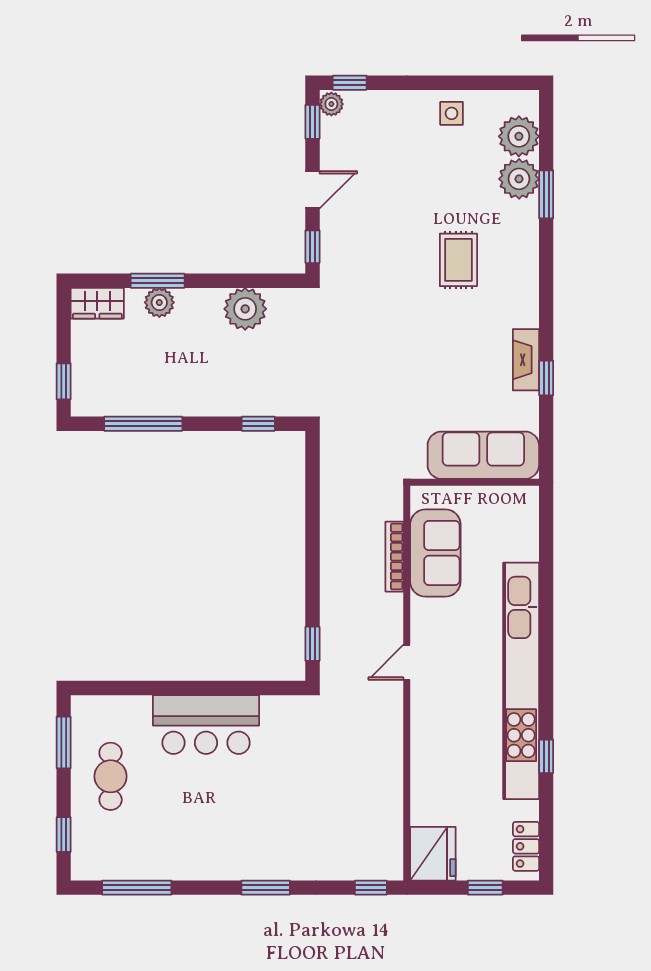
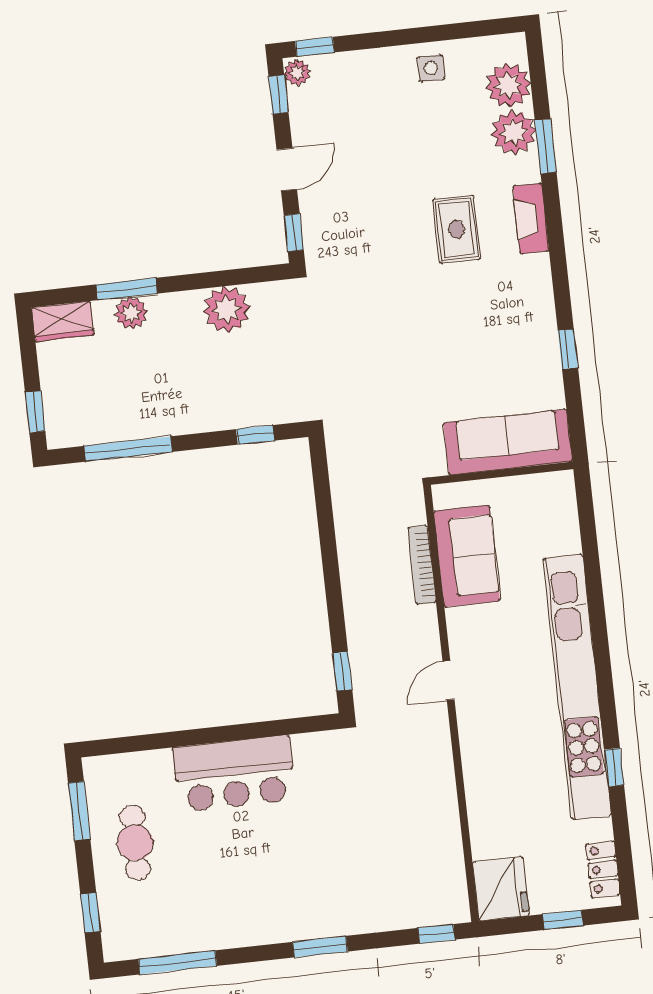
fireplace: (526, 360) -> (531, 218), moved

